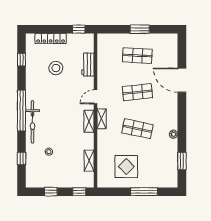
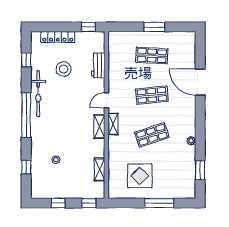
bicycle: (32, 122) -> (38, 94), moved
shop shelf: (137, 129) -> (152, 135), turned -30

